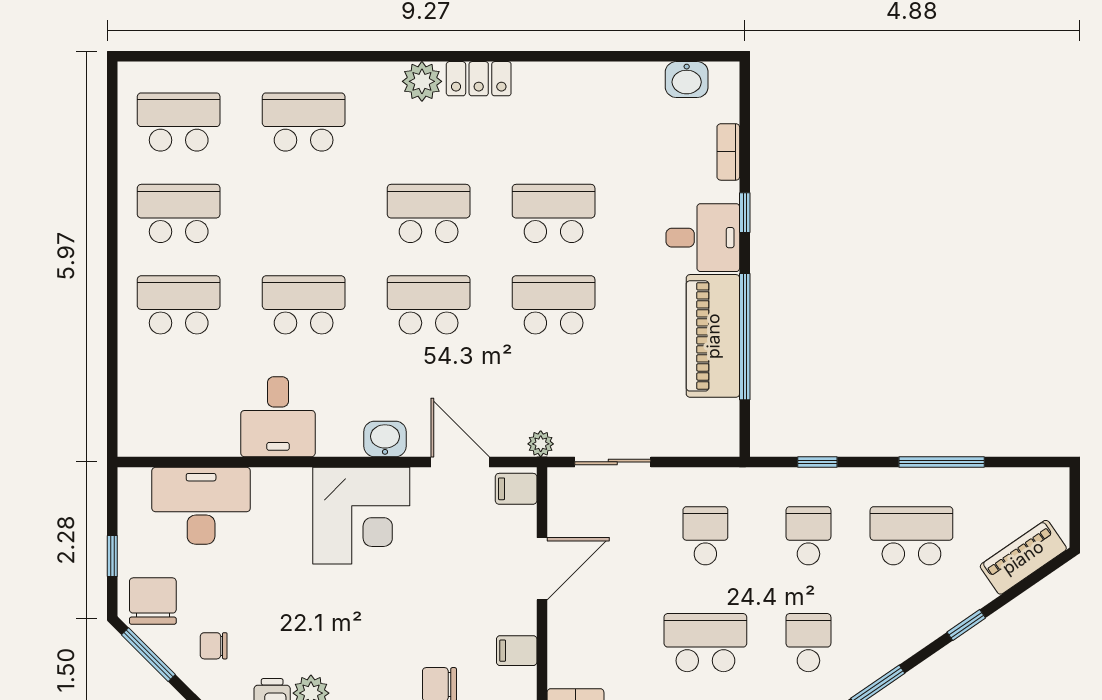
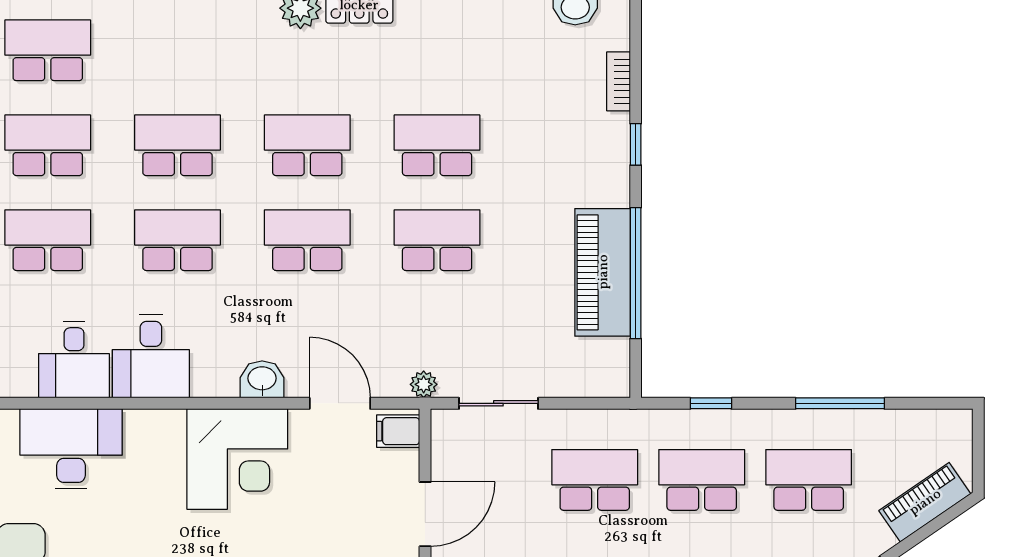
school desk: (304, 122) -> (178, 145), moved
desk: (703, 238) -> (74, 360), moved, turned 90
school desk: (705, 536) -> (595, 480), width x1.85
school desk: (808, 536) -> (702, 480), width x1.85

